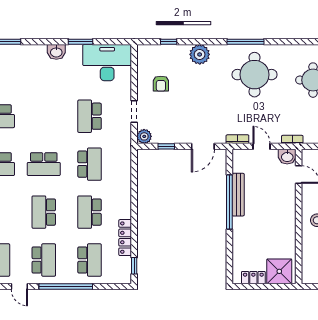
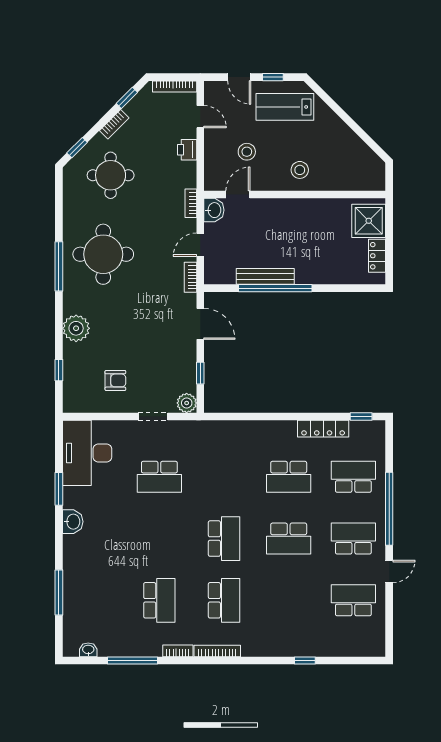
school desk: (90, 164) -> (224, 477), removed

